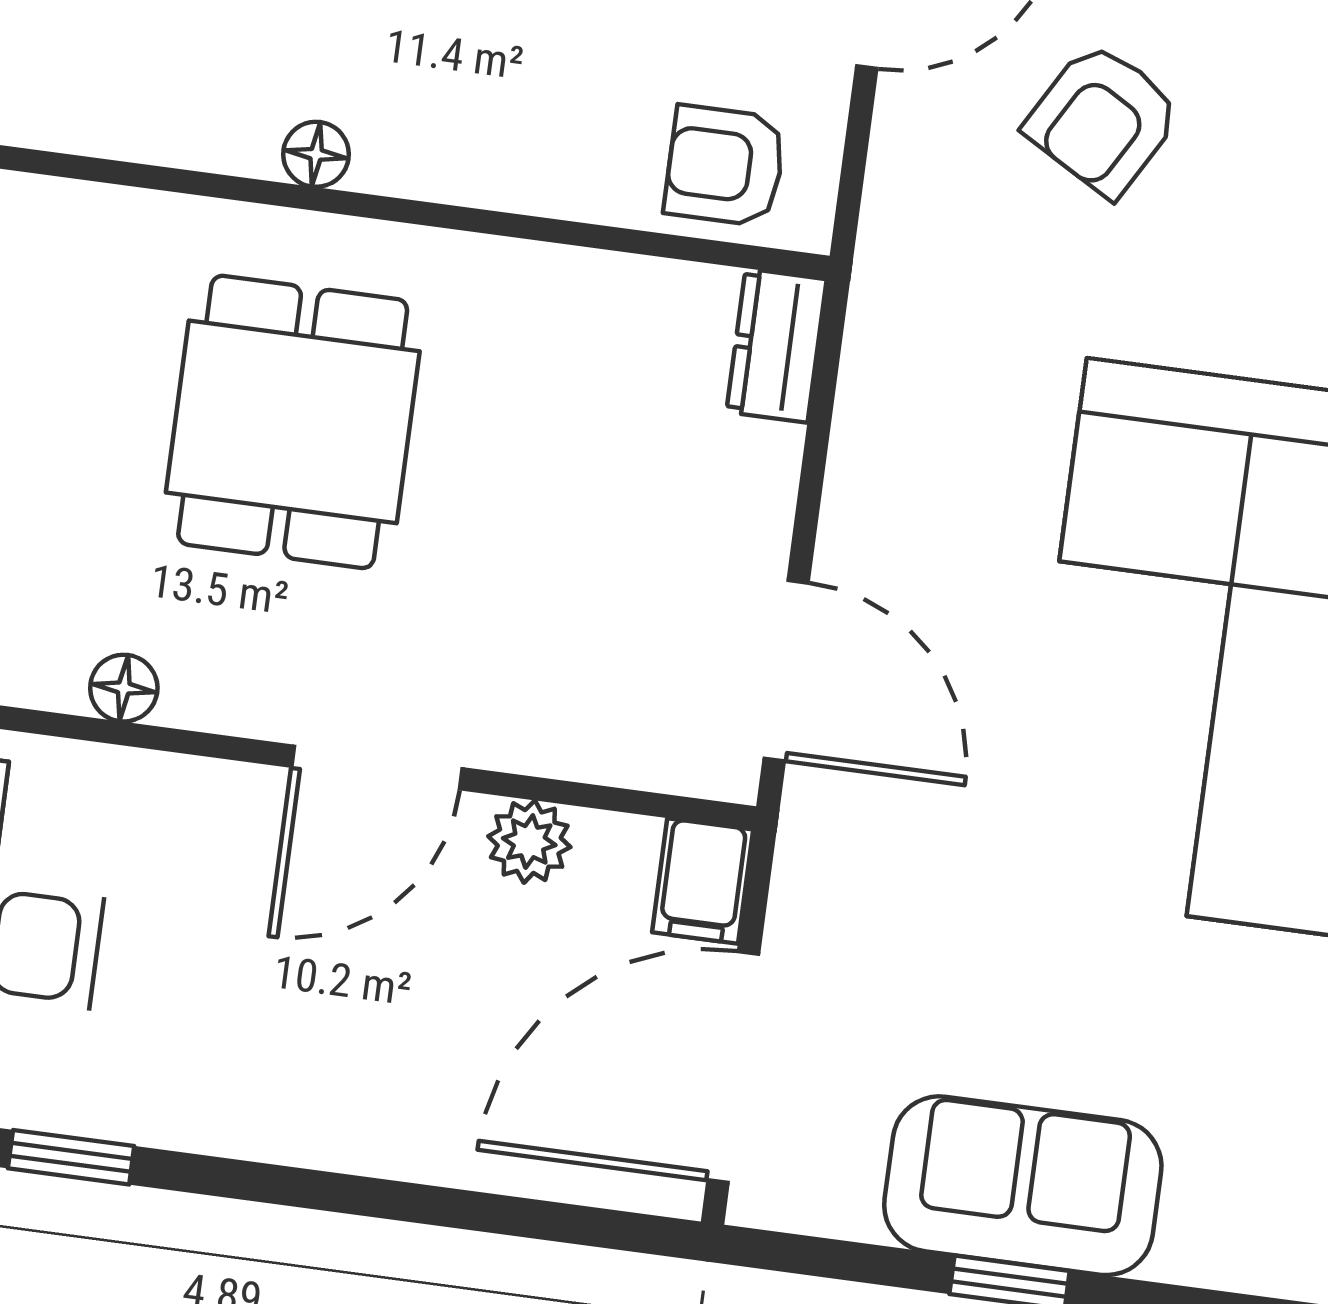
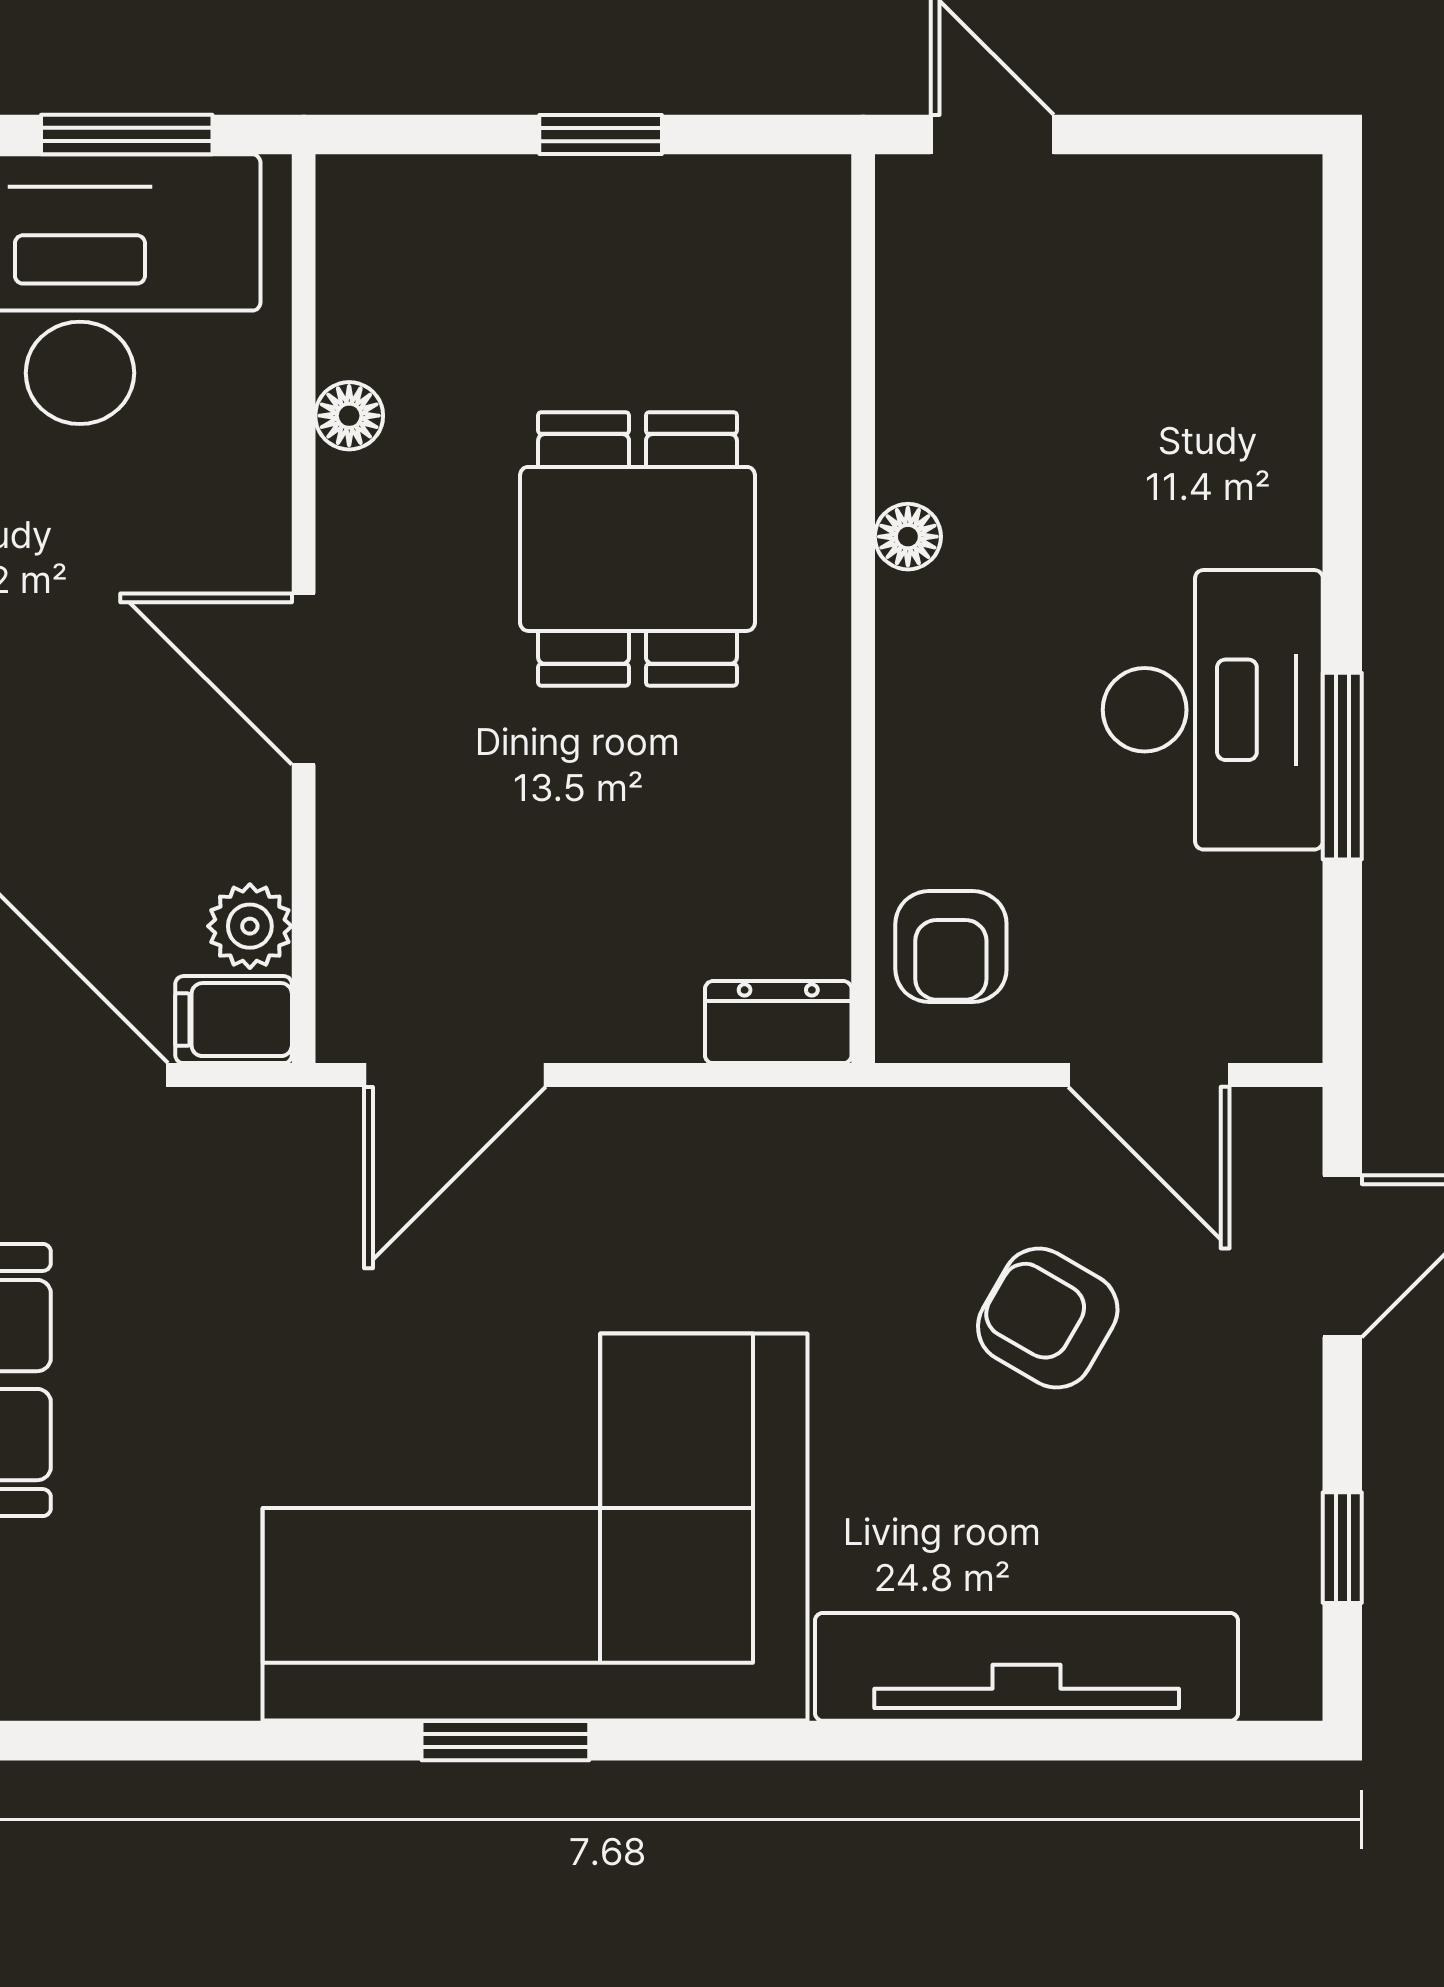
armchair: (725, 166) -> (951, 947), turned 180
dining table: (293, 422) -> (637, 549), turned 90
plant: (529, 842) -> (250, 926), moved

